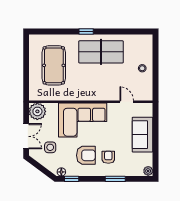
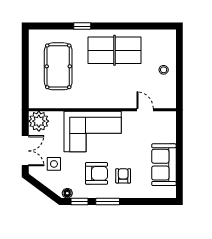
window: (86, 32) -> (82, 26), moved
sofa: (142, 135) -> (164, 165), moved
plant: (148, 171) -> (171, 192), removed
window: (115, 179) -> (108, 202), moved

